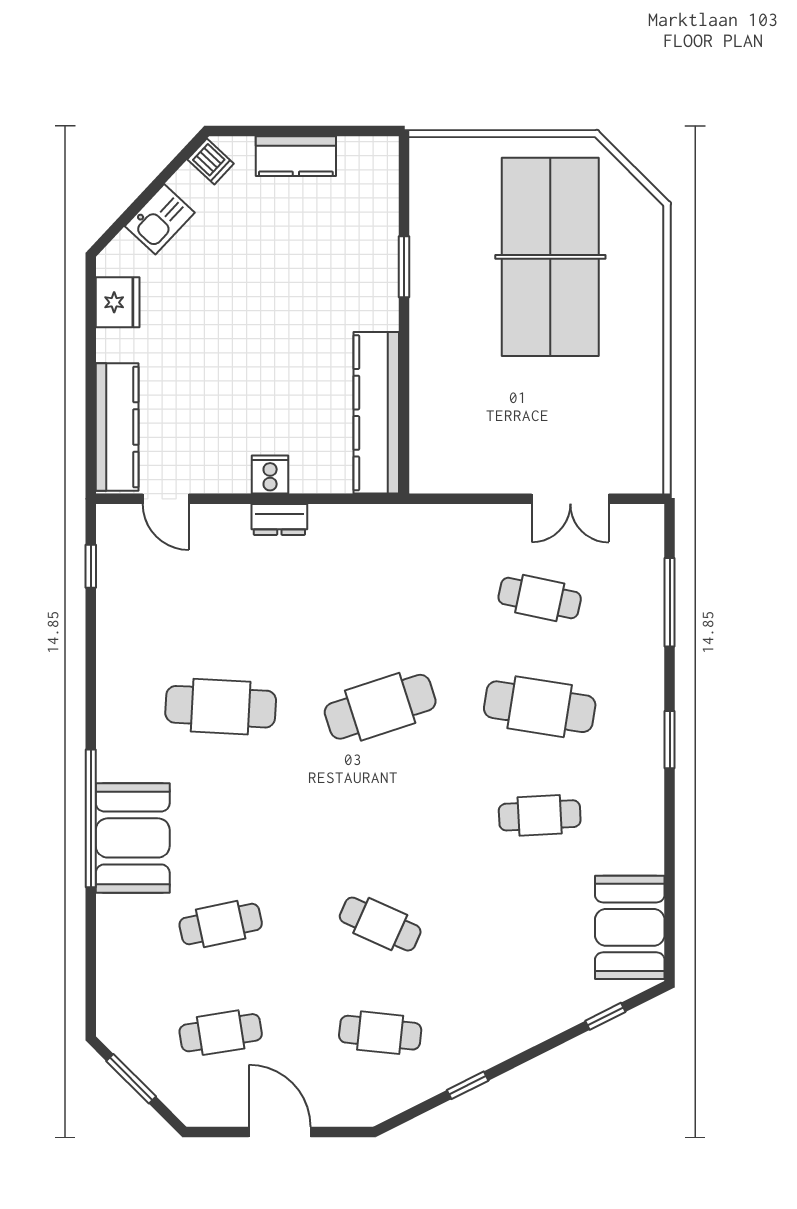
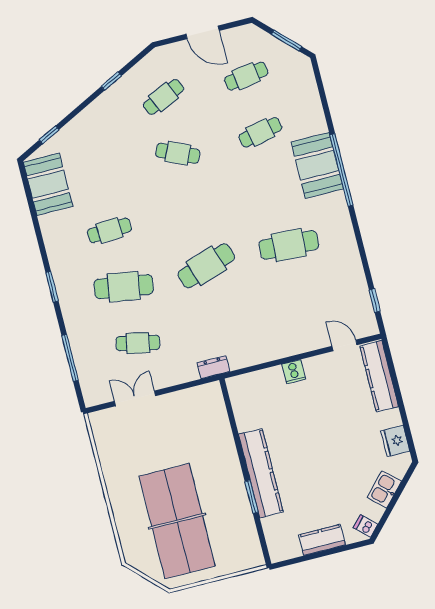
kitchen counter: (376, 413) -> (261, 473), moved
dresser: (279, 519) -> (213, 367), moved
cafe table: (380, 1033) -> (164, 97), turned -30

